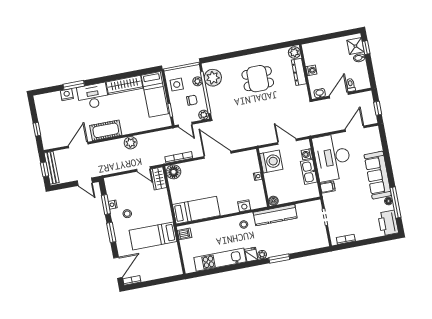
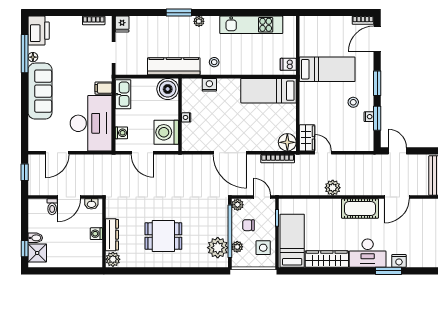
kitchen sink: (309, 172) -> (123, 94), moved
boiler: (273, 201) -> (168, 89), width x1.86, depth x1.86
fridge: (251, 254) -> (122, 24), moved

